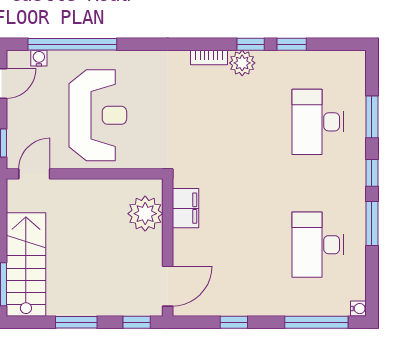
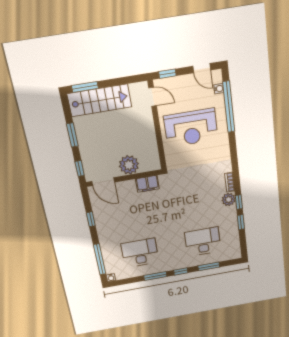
plant: (145, 214) -> (129, 165), moved

